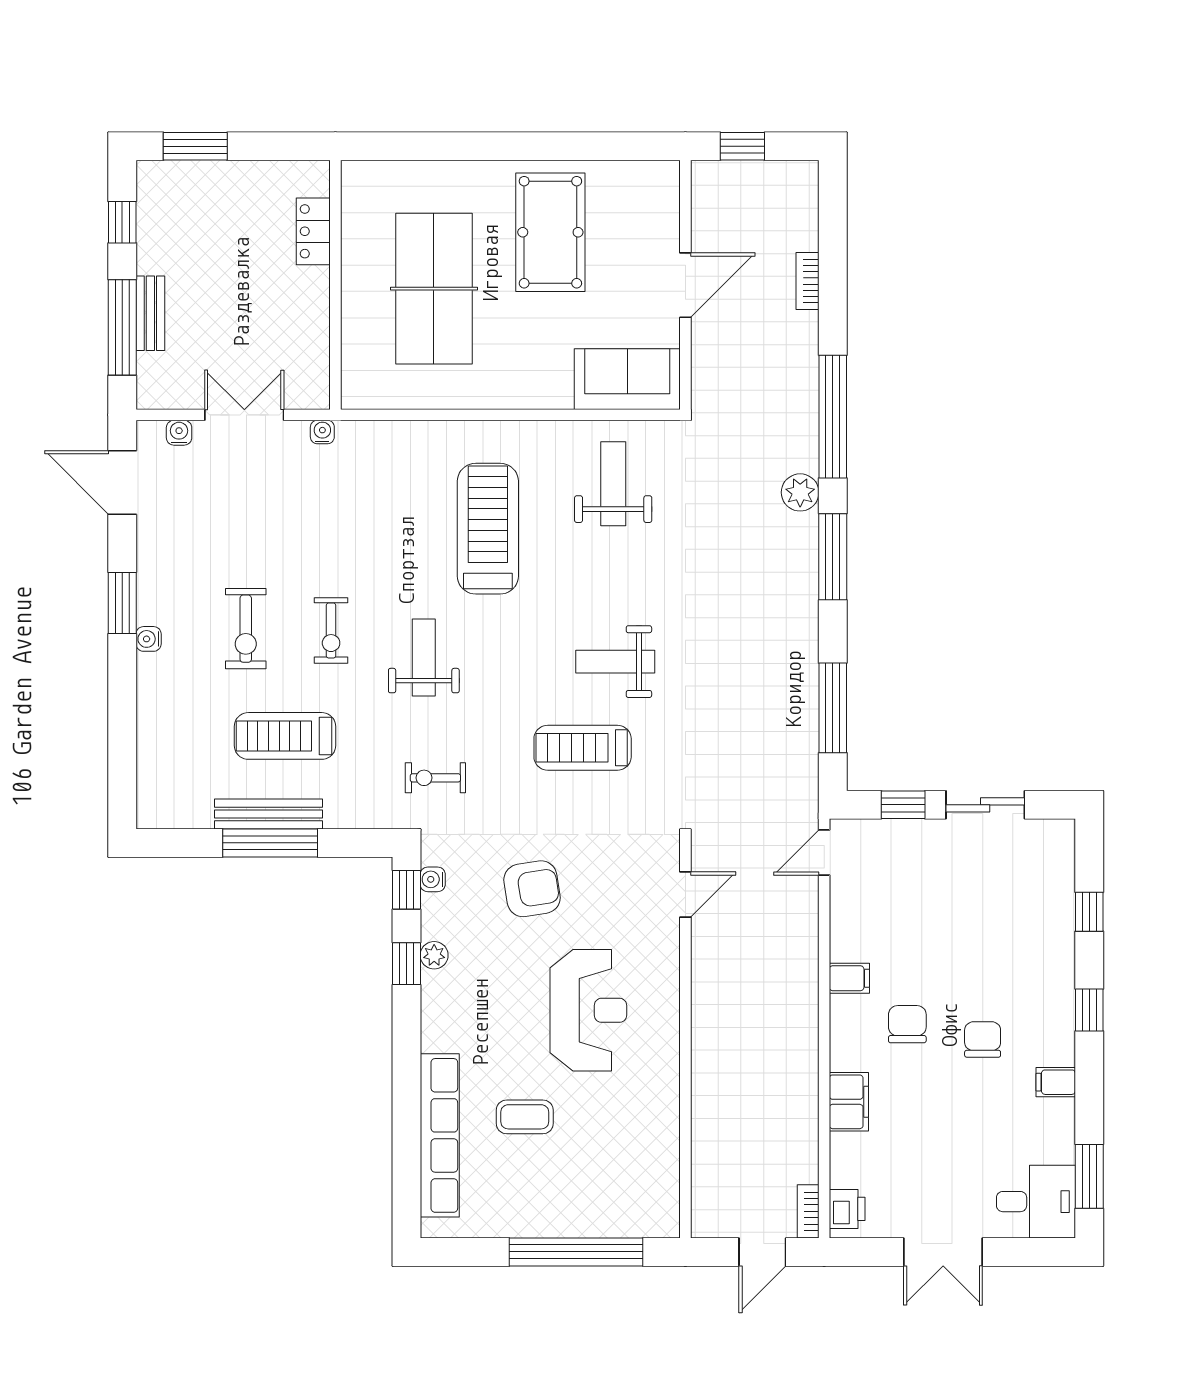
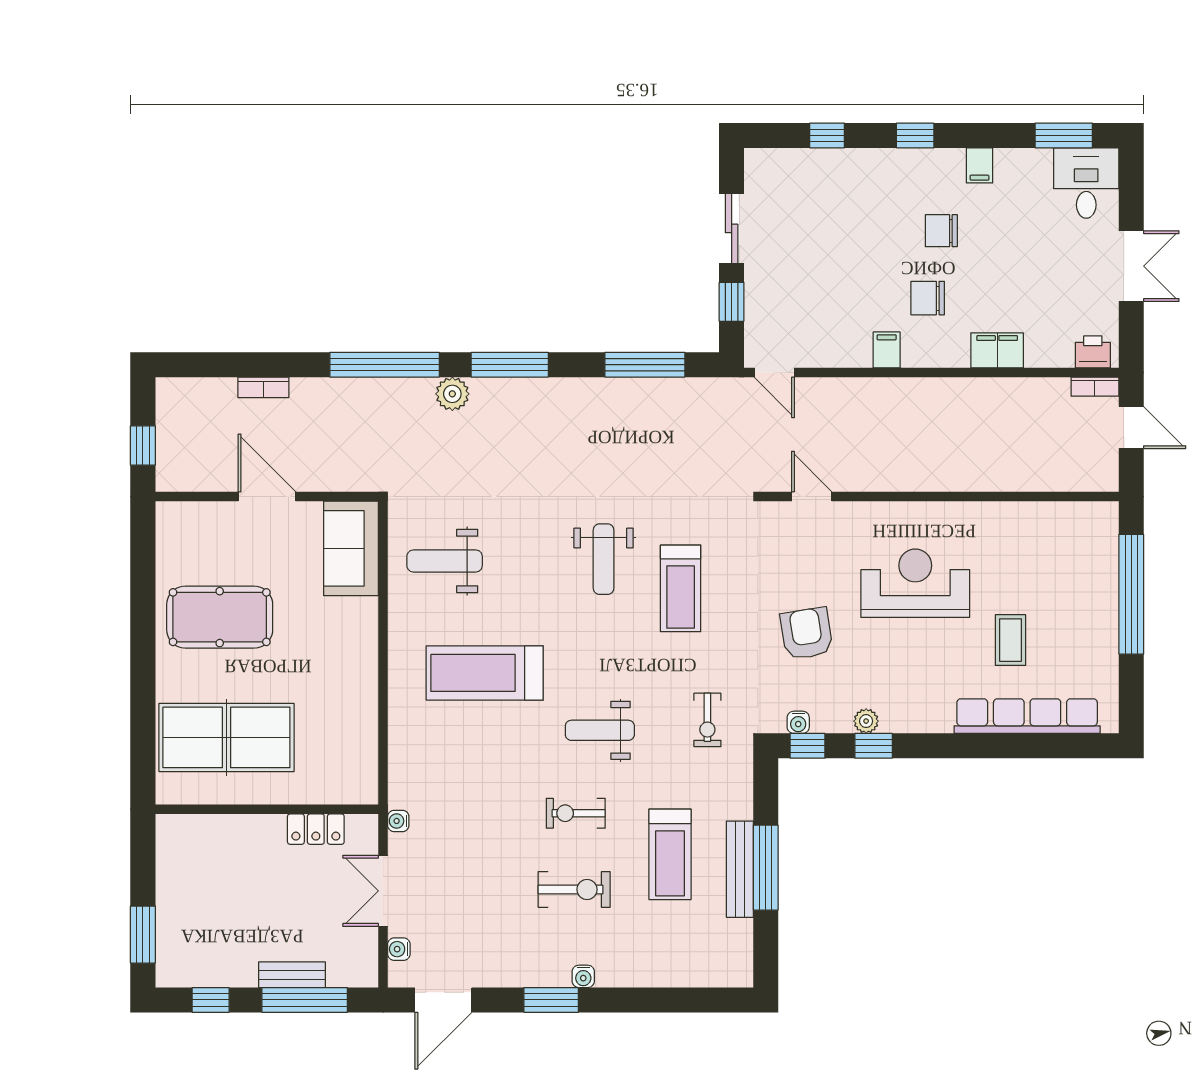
locker: (313, 231) -> (316, 829), moved
table tennis table: (434, 289) -> (226, 737), moved
exercise bike: (331, 631) -> (576, 813), turned 180

